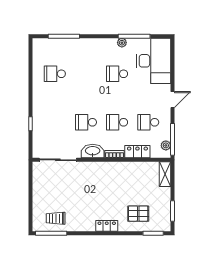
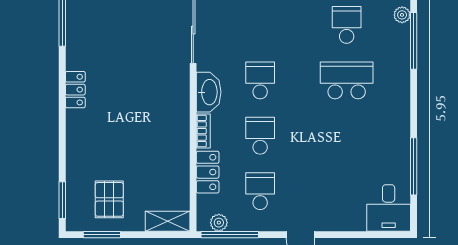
plant: (122, 43) -> (402, 15), moved
desk: (154, 61) -> (389, 208), width x0.53, depth x0.77
school desk: (117, 74) -> (347, 80), moved, width x1.85
pallet: (138, 214) -> (109, 199), moved
trolley: (56, 218) -> (89, 26), removed
locker: (107, 226) -> (75, 90), moved

